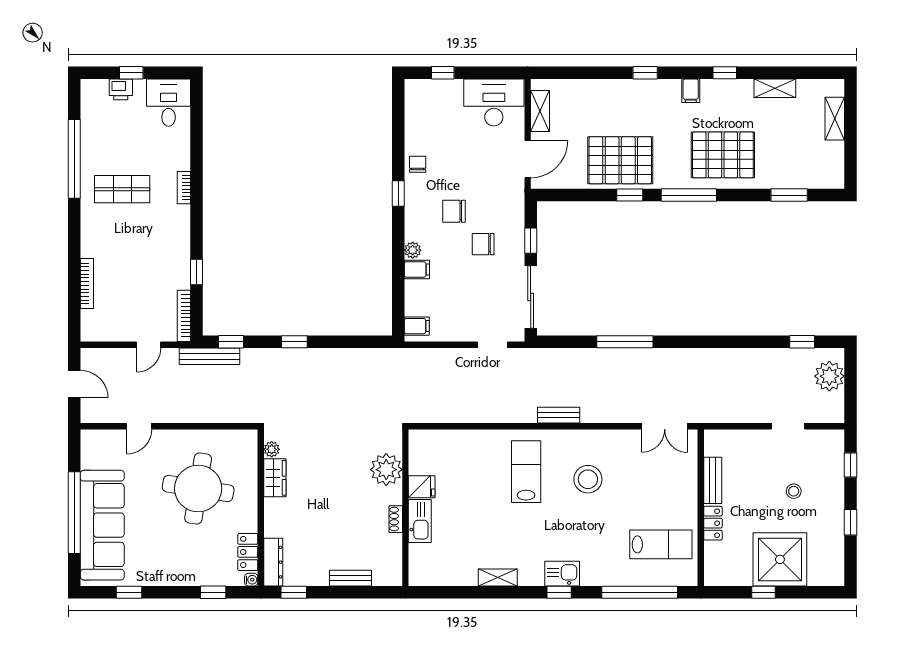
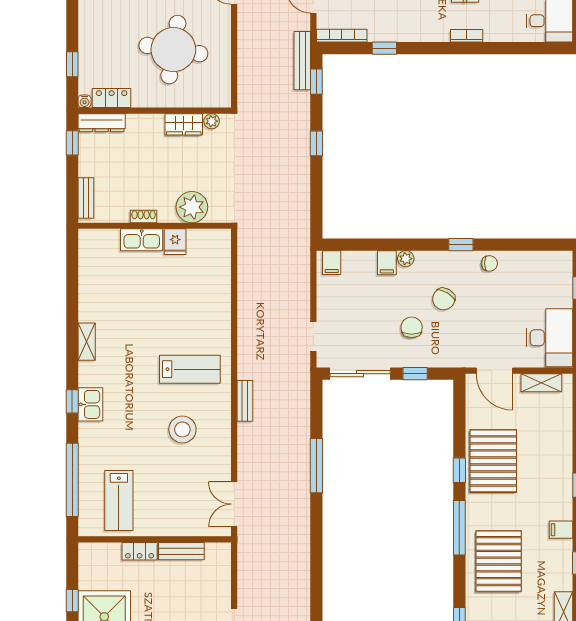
chair: (454, 211) -> (444, 299), turned -149
plant: (386, 470) -> (192, 207), moved
fridge: (422, 487) -> (175, 242), moved
wall: (405, 508) -> (155, 226), moved
shoe rack: (396, 519) -> (144, 216), moved
kitchen sink: (420, 521) -> (142, 240), moved

